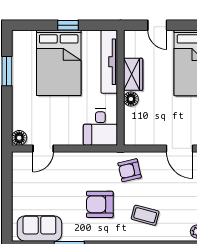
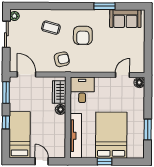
wardrobe: (133, 74) -> (59, 92), moved
armchair: (100, 204) -> (83, 35), turned 90

